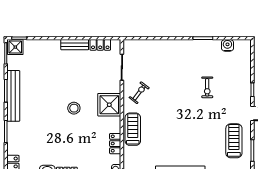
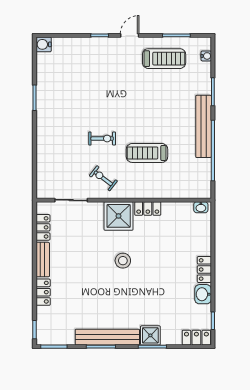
locker: (49, 45) -> (43, 292), added
water cooler: (227, 45) -> (44, 44), moved
shower: (15, 47) -> (150, 335), moved
exercise bike: (207, 87) -> (102, 139), moved
treadmill: (133, 129) -> (147, 153), moved
treadmill: (234, 141) -> (164, 59), turned 180
locker: (115, 144) -> (148, 208), moved

